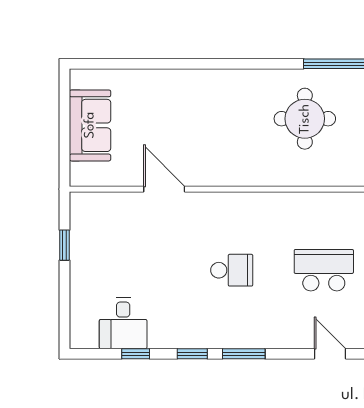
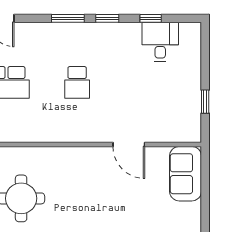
sofa: (90, 125) -> (186, 174), moved
school desk: (232, 270) -> (77, 82), turned -90

